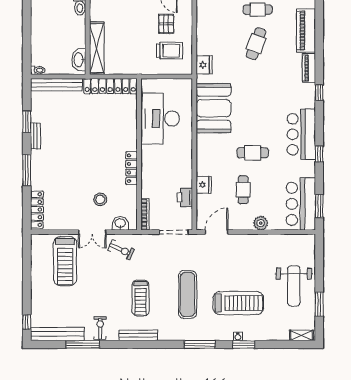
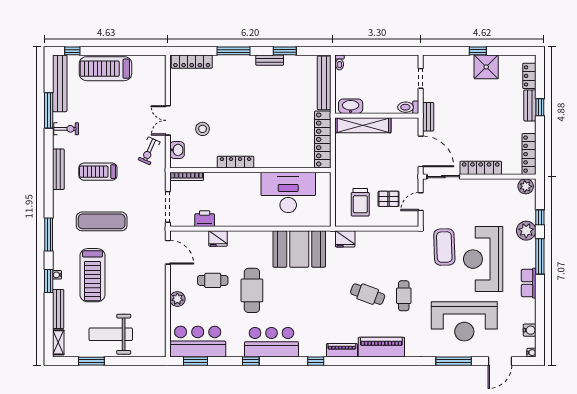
cafe table: (253, 153) -> (252, 290), width x1.37, depth x1.35
treadmill: (65, 261) -> (105, 69), moved
bench: (270, 335) -> (58, 309), added

